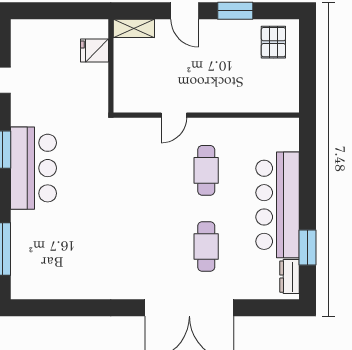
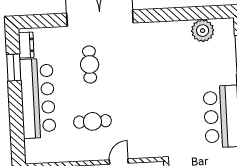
cafe table: (206, 170) -> (92, 121), turned 90
plant: (53, 284) -> (203, 31), added

